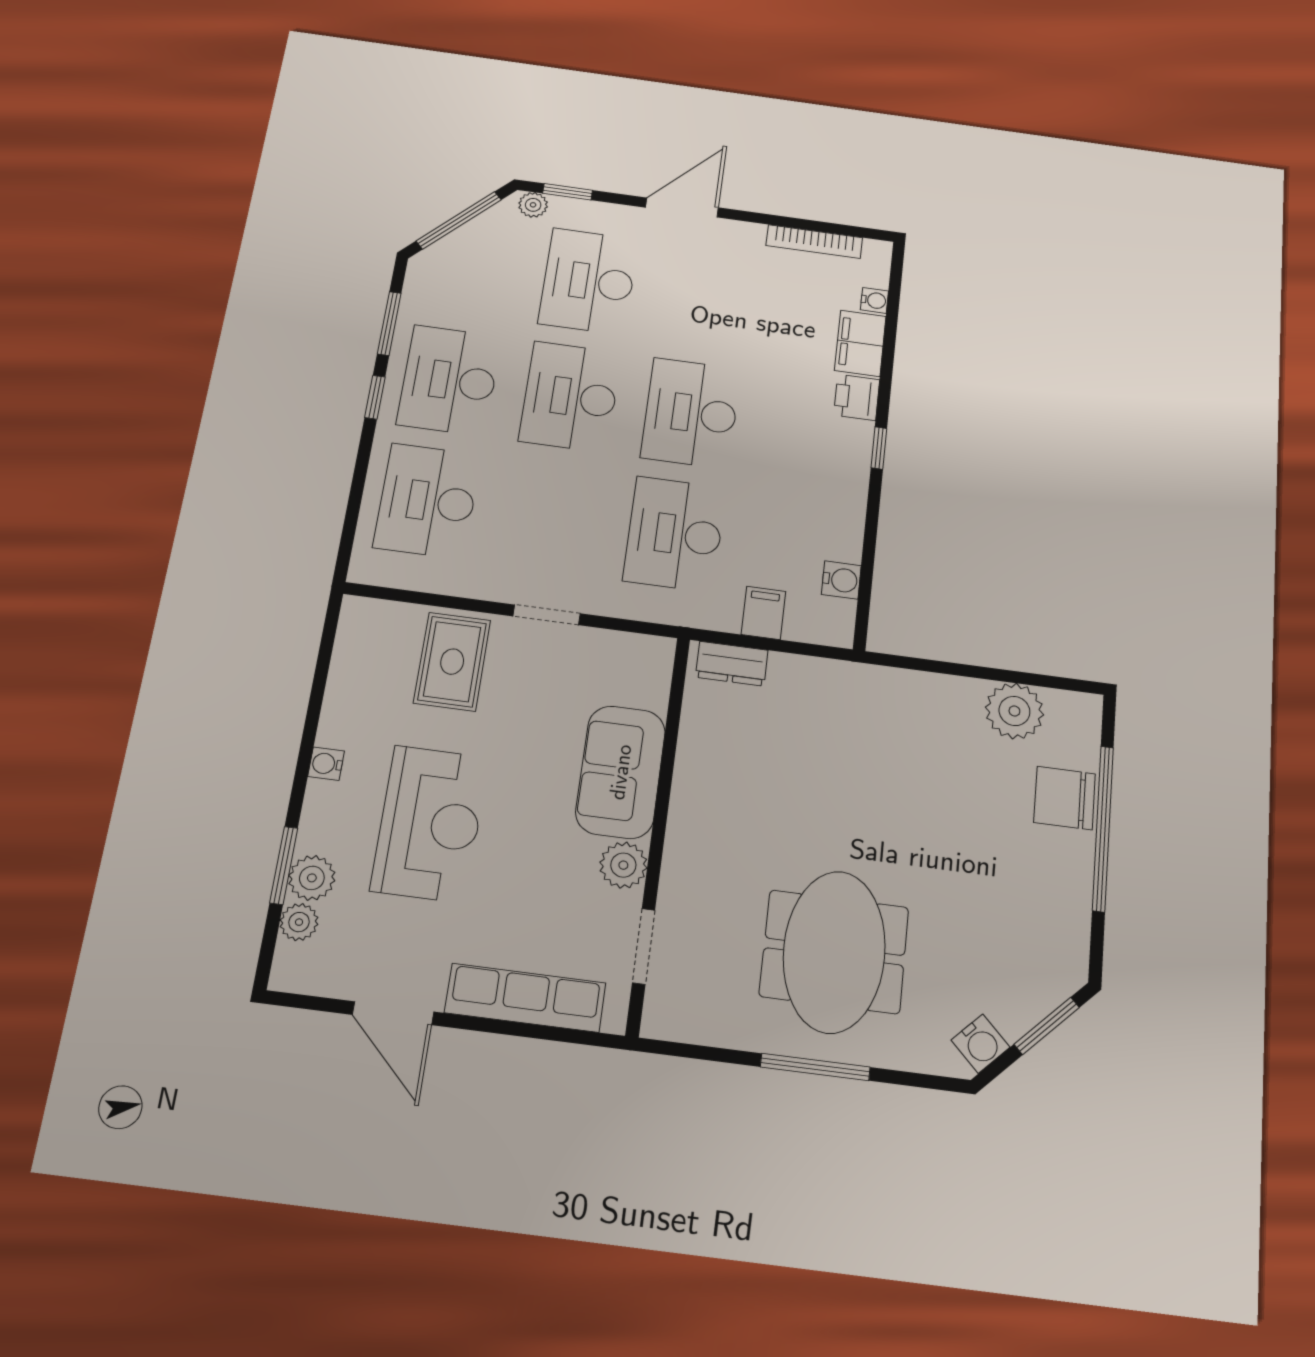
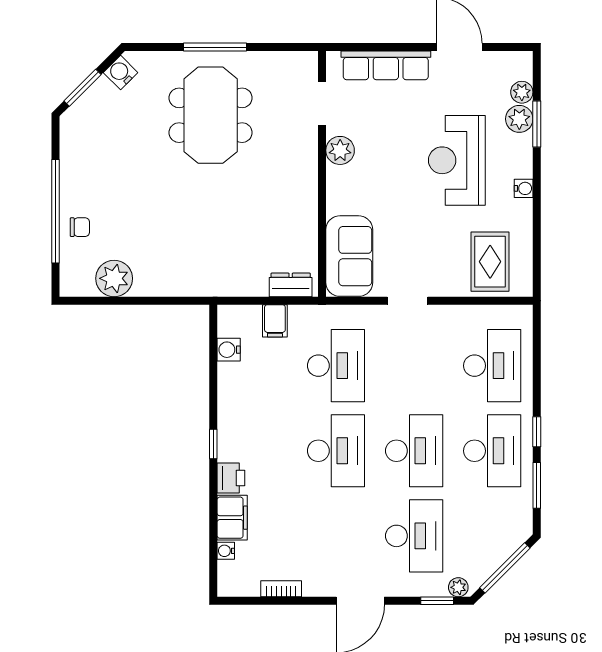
bookcase: (814, 242) -> (281, 589), width x0.64
rug: (452, 662) -> (490, 262), moved
sofa: (621, 772) -> (349, 256), moved
chair: (1065, 798) -> (80, 227), width x0.54, depth x0.54

